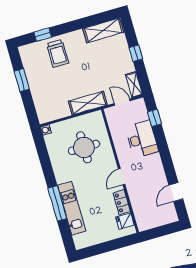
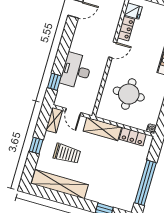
shelving: (103, 30) -> (60, 184), width x1.47
trolley: (58, 53) -> (67, 154), moved, turned 90
window: (22, 80) -> (145, 183), width x2.11
locker: (58, 113) -> (133, 137), added

